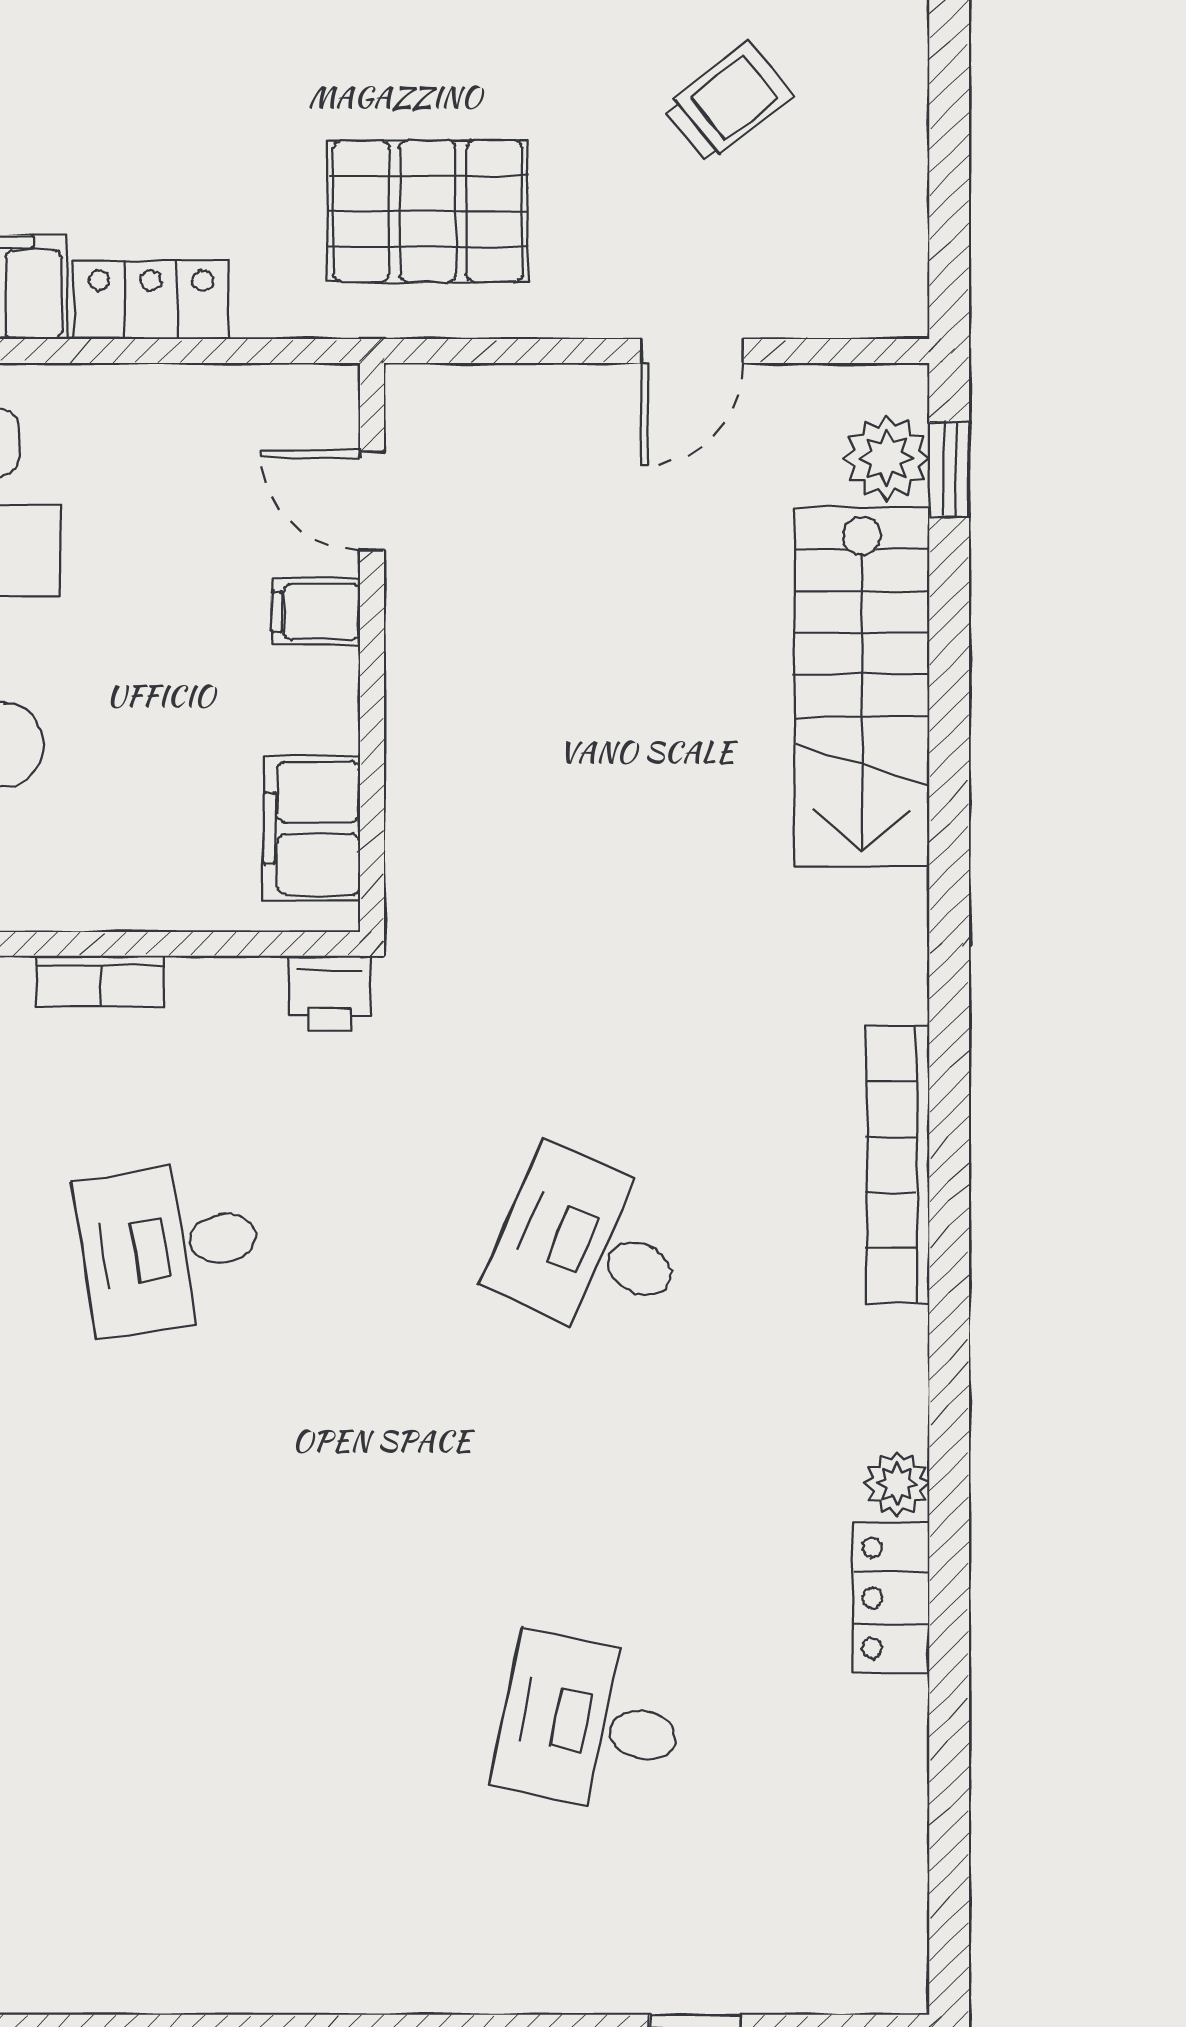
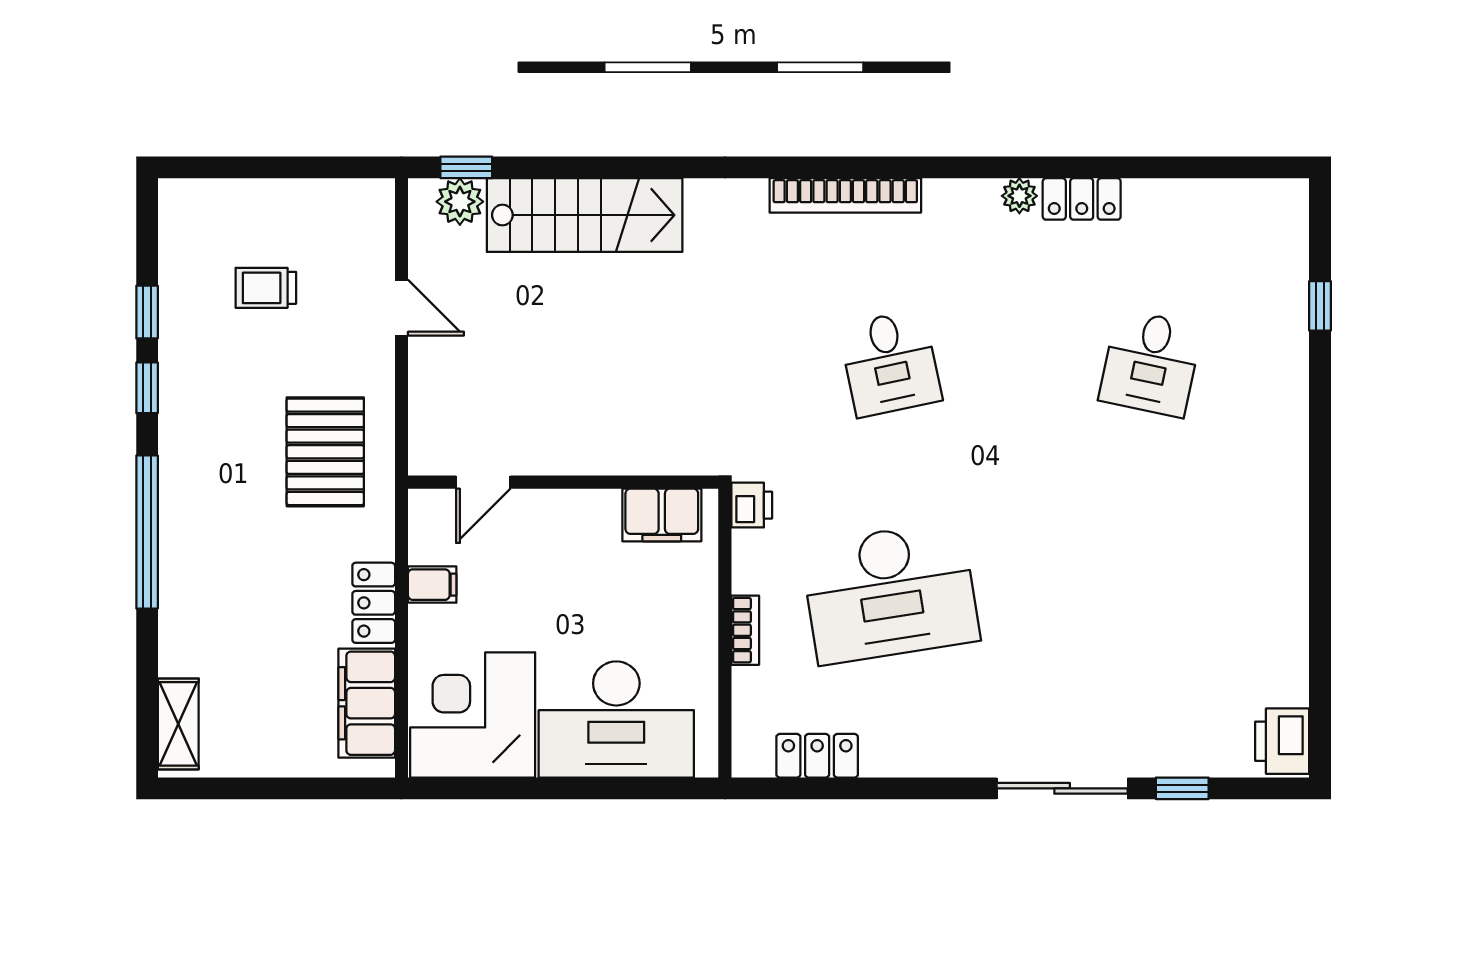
trolley: (728, 102) -> (266, 288), turned -51
filing cabinet: (316, 612) -> (432, 585), moved, turned -90
desk: (170, 1247) -> (890, 593), width x1.87, depth x1.30
desk: (590, 1247) -> (890, 363), turned -36

